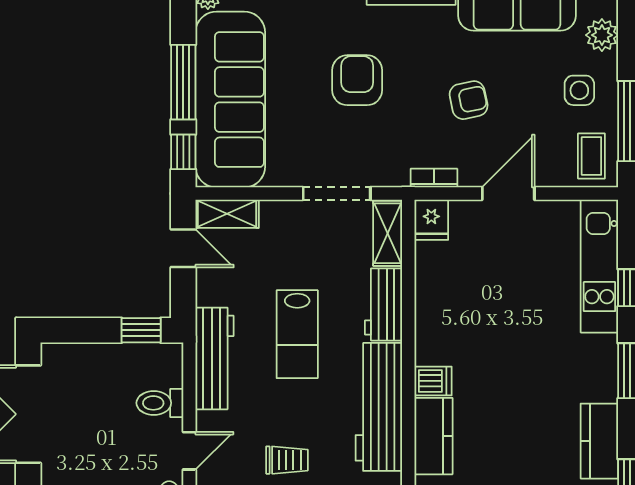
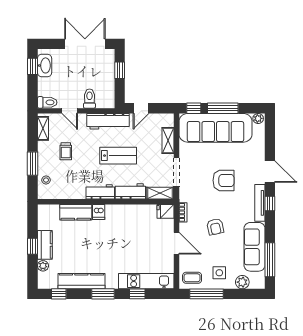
shelving: (227, 214) -> (168, 140), moved
door: (183, 248) -> (141, 108), moved
window: (141, 330) -> (120, 70), moved
lab bench: (297, 334) -> (118, 156), turned 180
workbench: (379, 407) -> (100, 192), width x0.53, depth x0.76
kitchen counter: (599, 441) -> (81, 281), width x1.50

